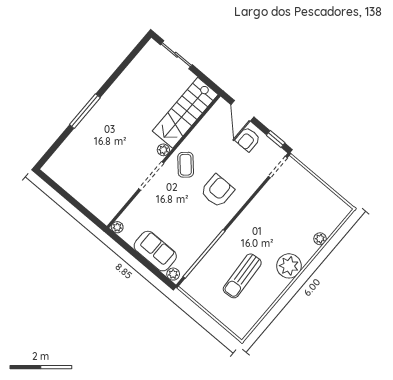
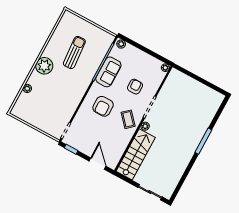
armchair: (248, 139) -> (135, 87), moved
sofa: (155, 251) -> (108, 72), moved, turned -90

